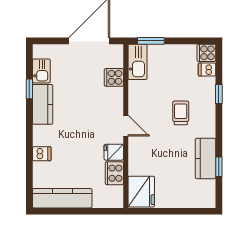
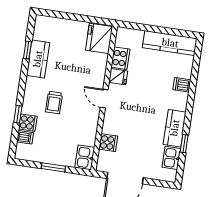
window: (151, 41) -> (53, 167), moved
cooker: (206, 53) -> (28, 123), moved
kitchen sink: (137, 62) -> (85, 157), width x0.73

